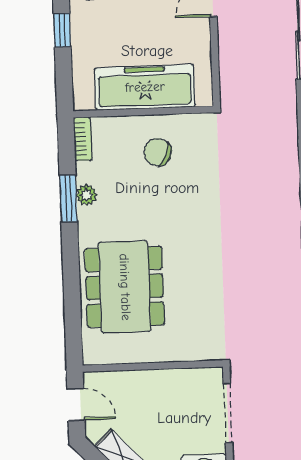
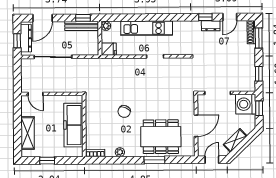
chair: (158, 152) -> (124, 111), moved
window: (68, 198) -> (154, 160), moved
door: (152, 366) -> (196, 126), added

